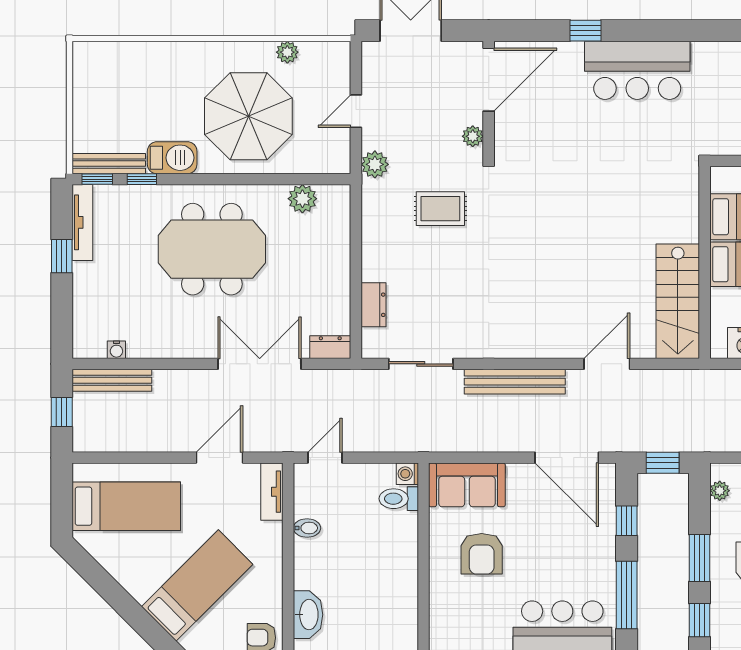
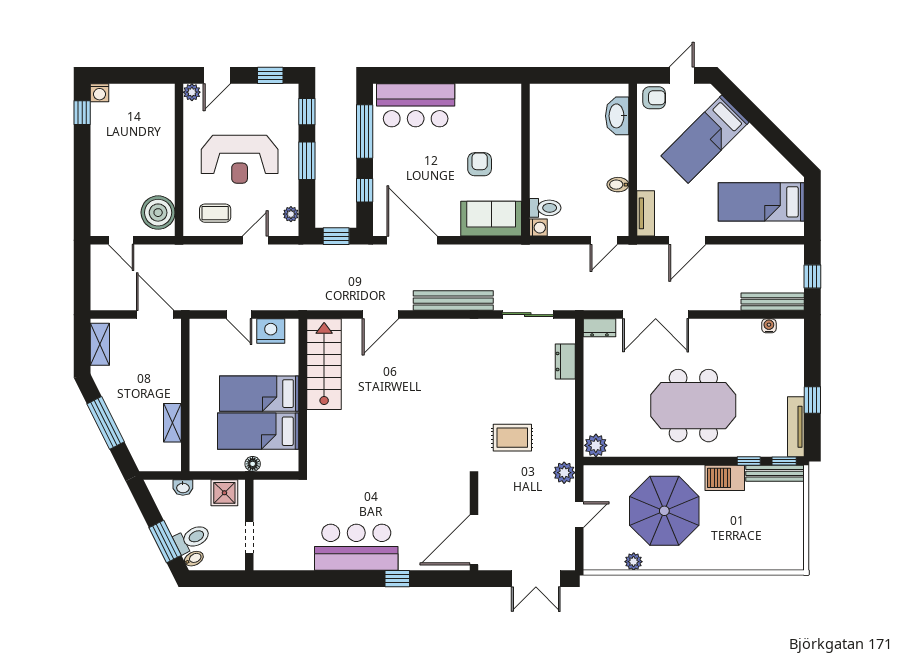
plant: (473, 136) -> (487, 495), removed
plant: (302, 199) -> (596, 445), moved
armchair: (482, 554) -> (480, 164), width x0.72, depth x0.72

